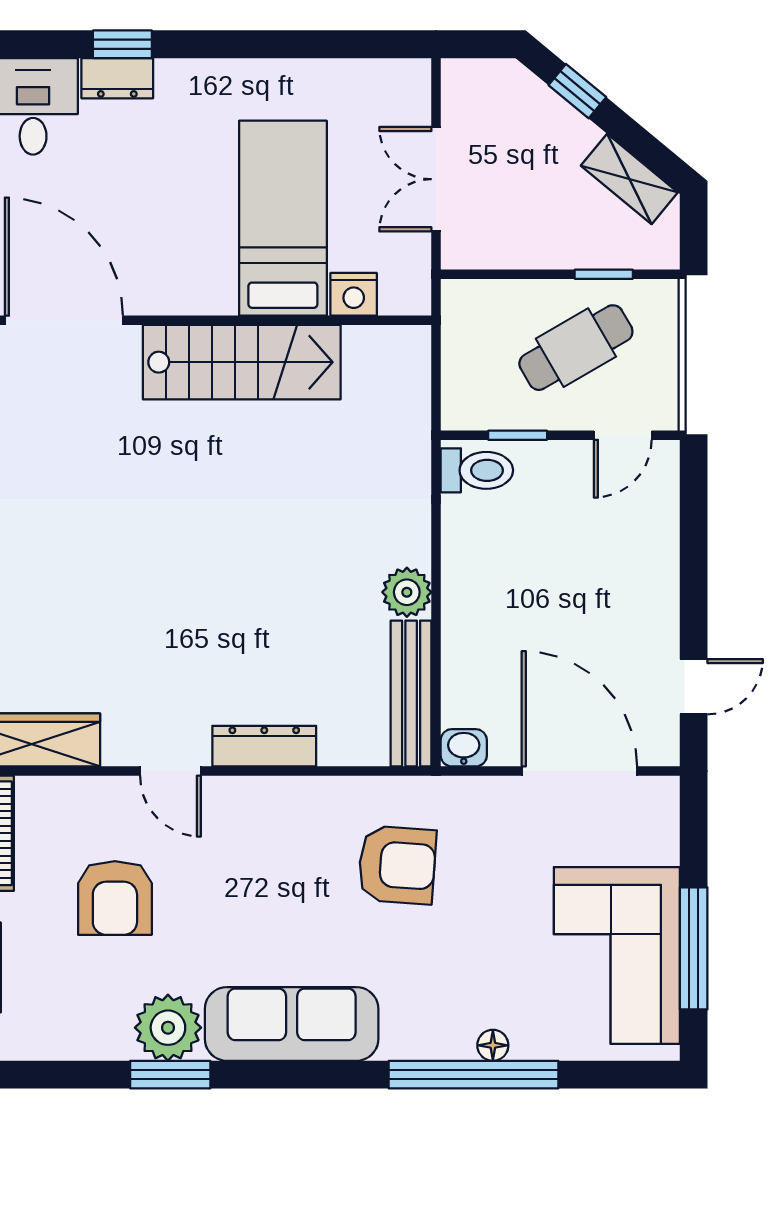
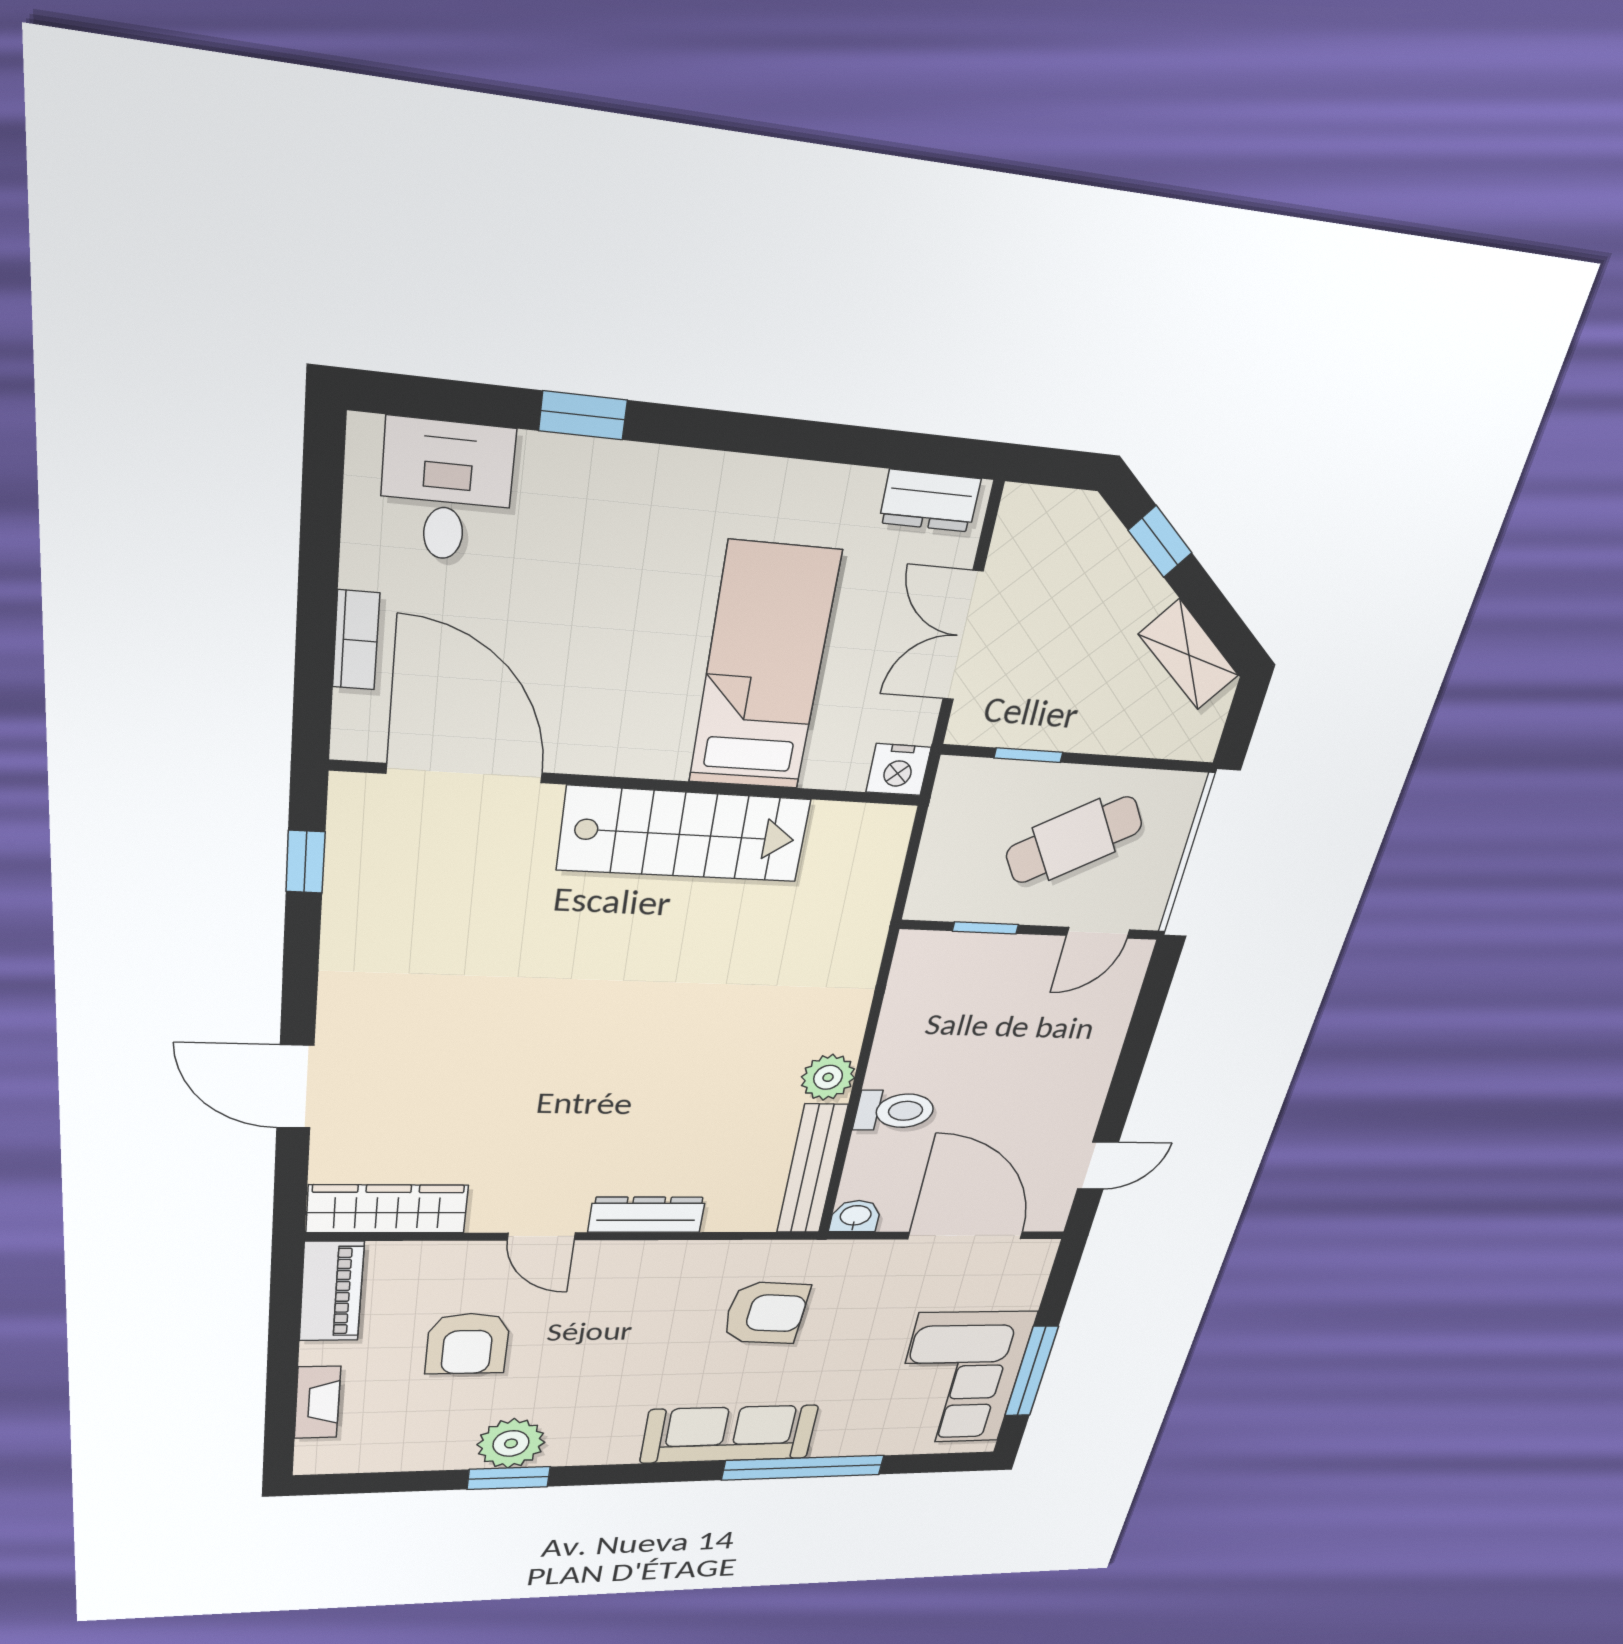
dresser: (117, 78) -> (930, 501), moved
window: (604, 274) -> (1028, 755), moved
nightstand: (354, 294) -> (898, 770), moved
toilet: (477, 470) -> (895, 1111), moved
sofa: (292, 1024) -> (729, 1434), moved
floor lamp: (493, 1045) -> (826, 1446), removed

